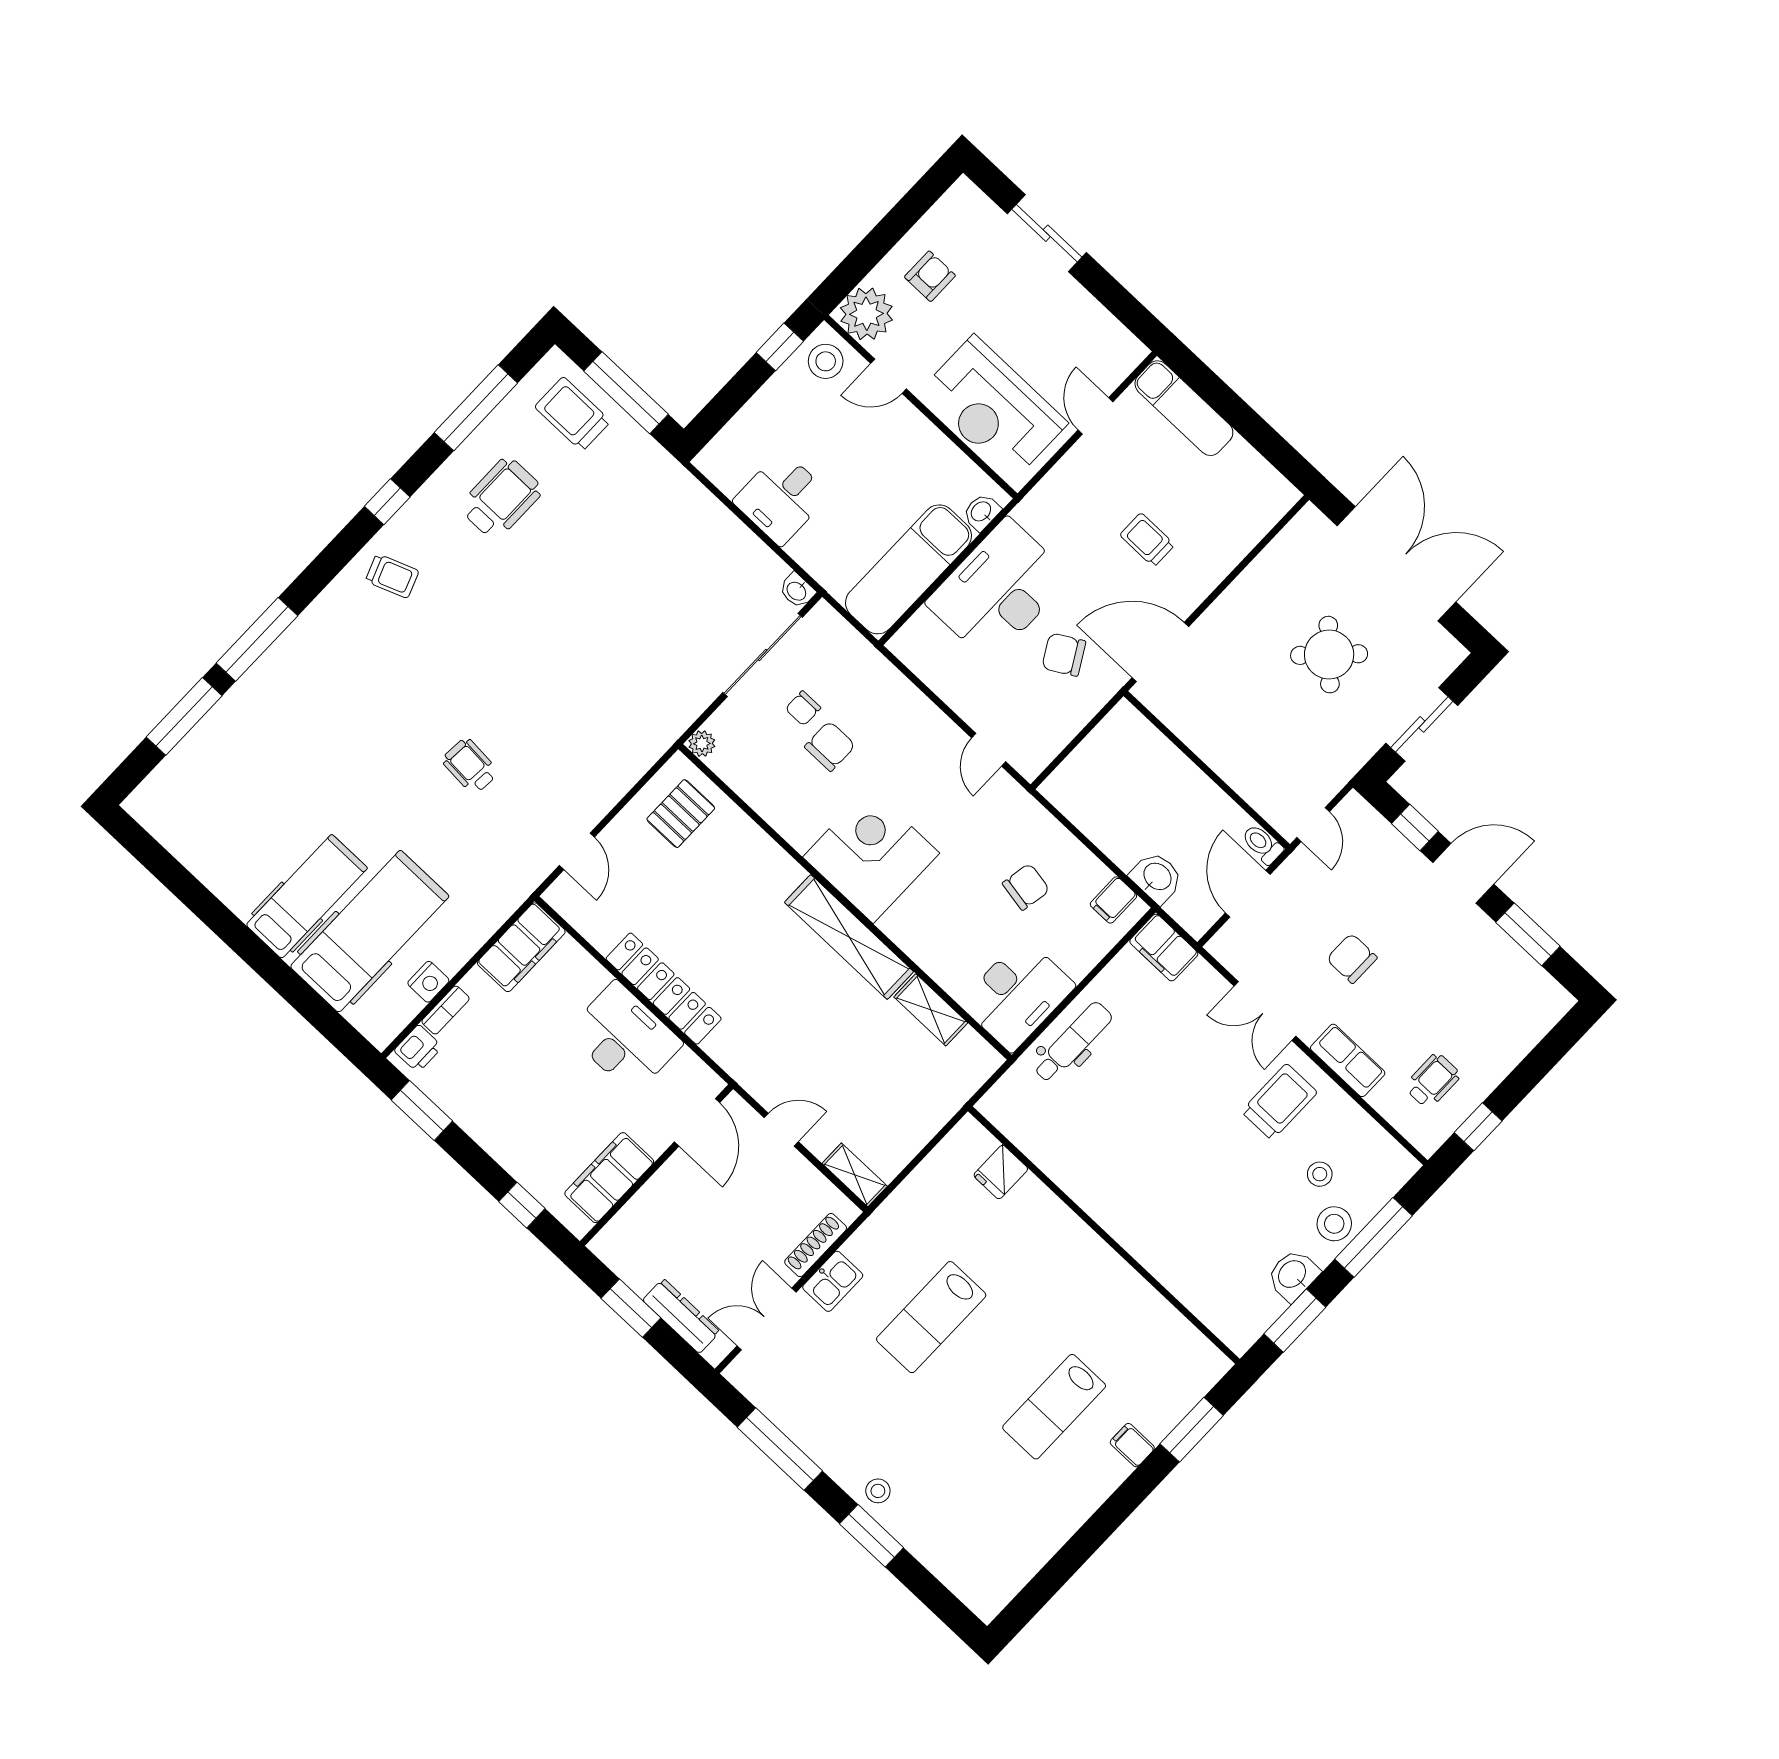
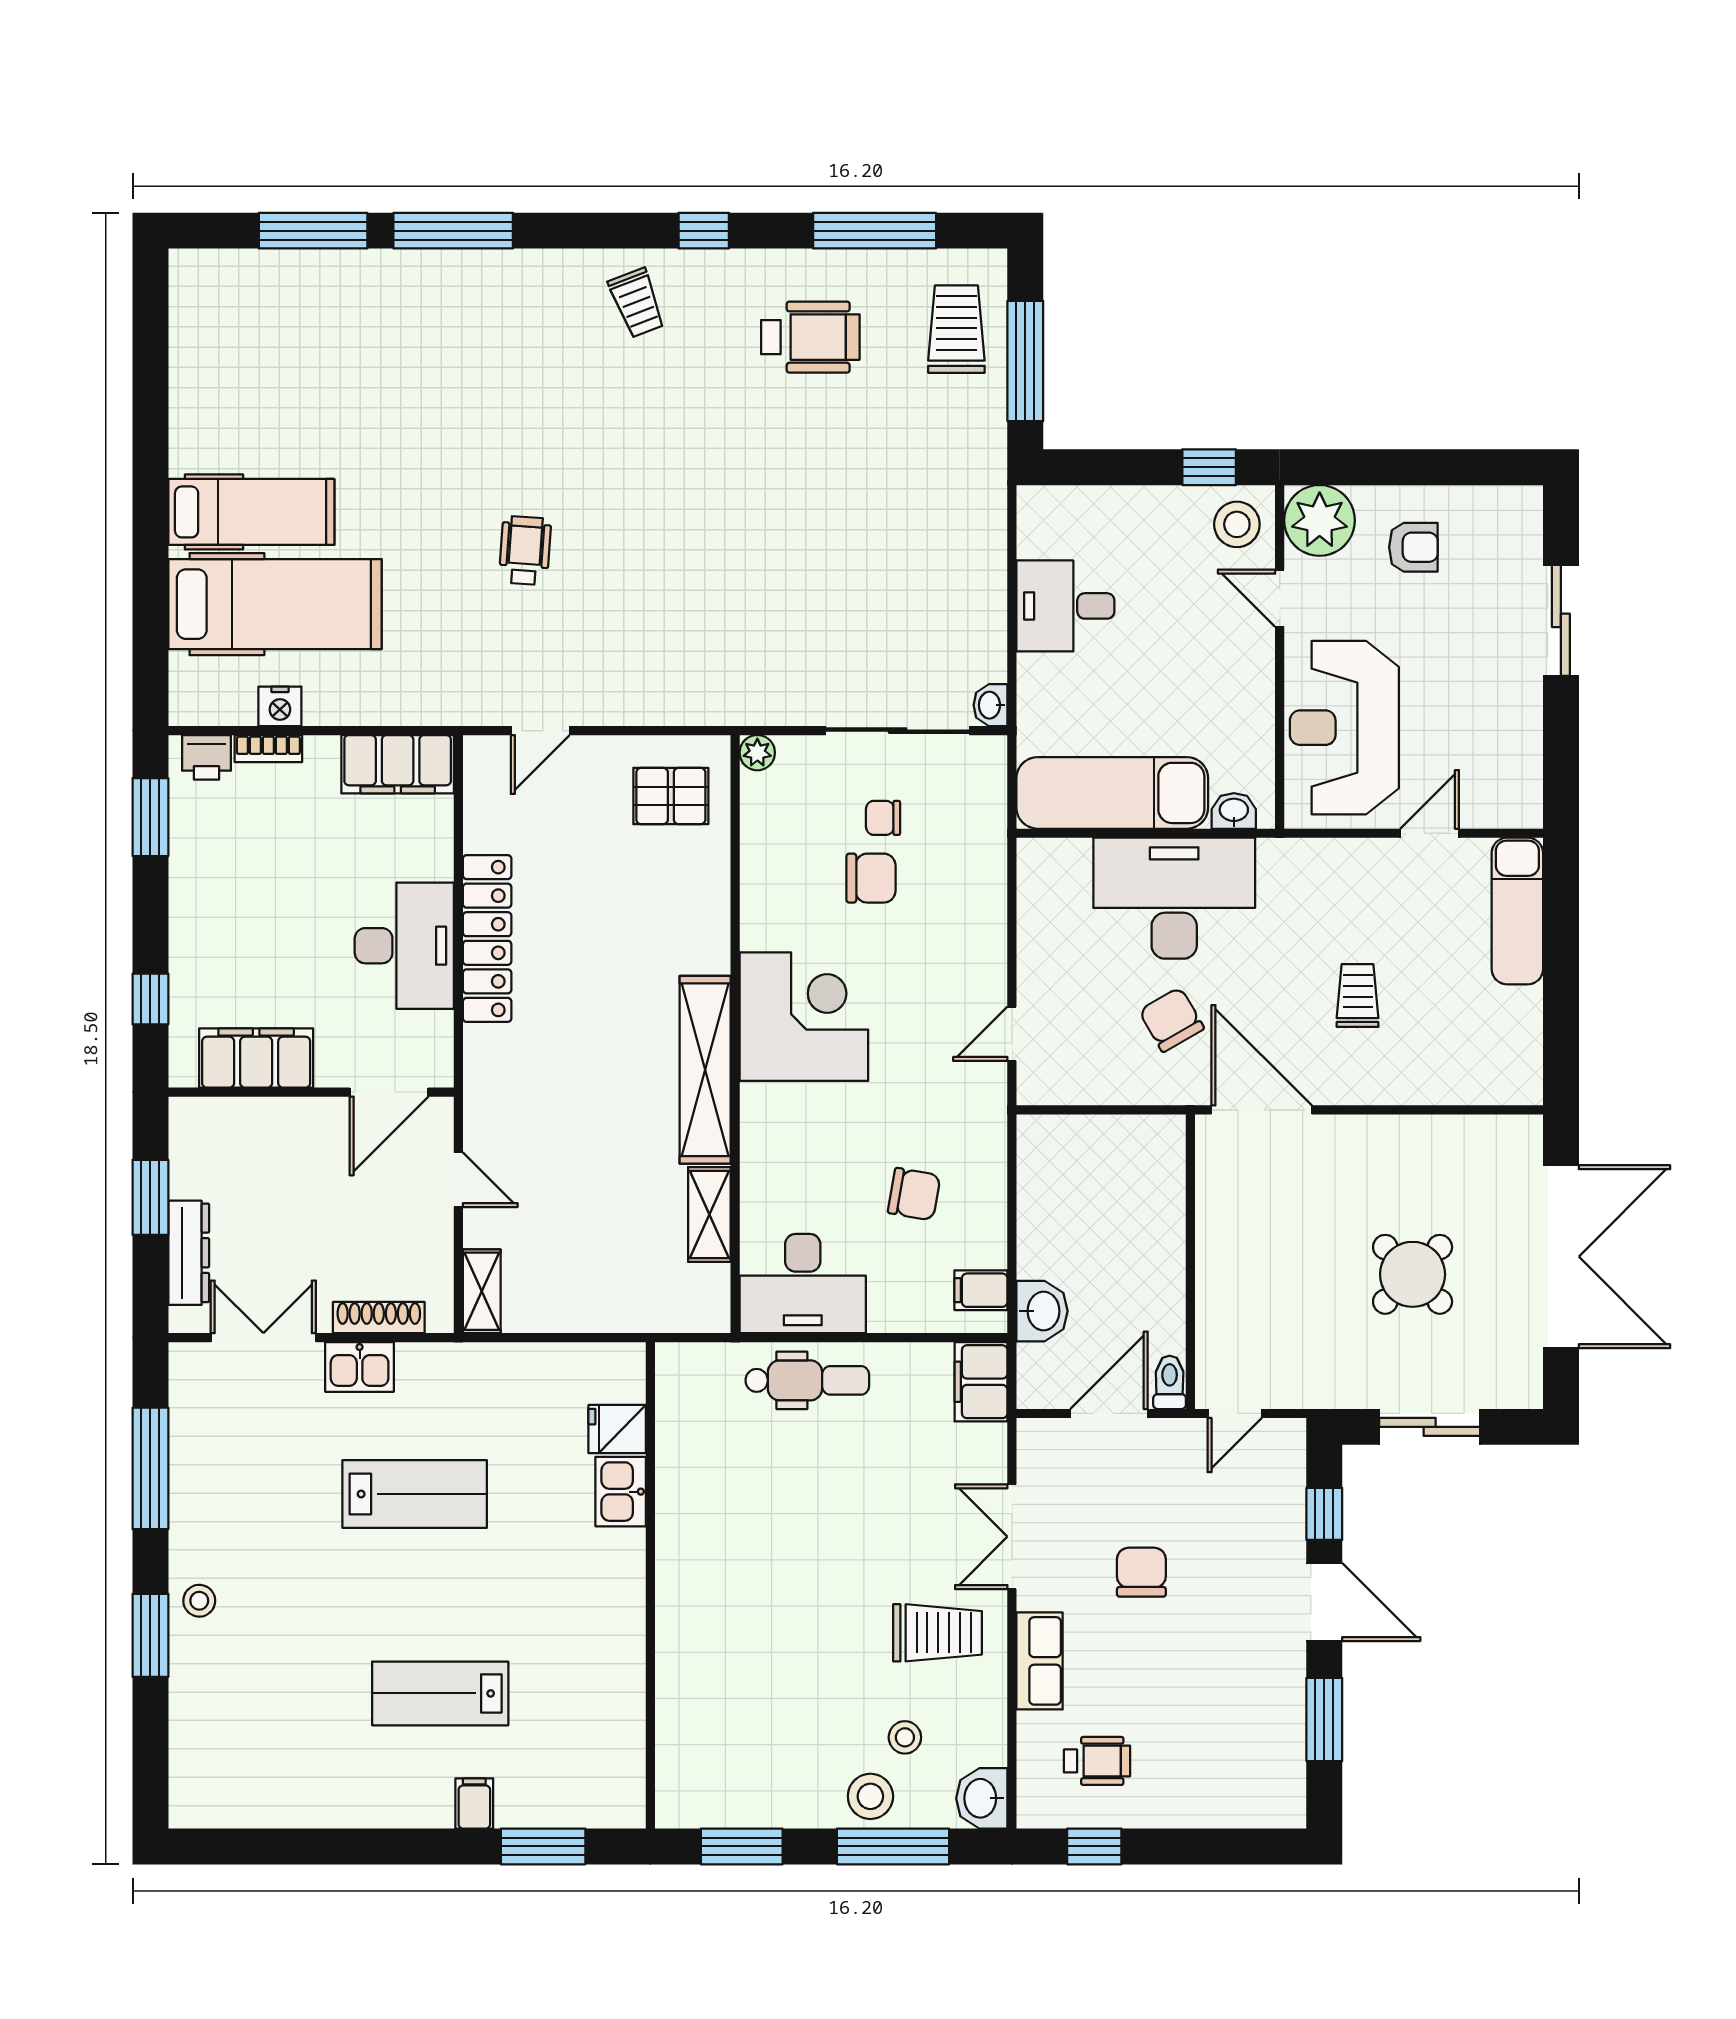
kitchen sink: (1037, 1203) -> (621, 1492), added
washbasin: (1293, 1275) -> (982, 1798), moved, turned -90
lab bench: (931, 1317) -> (415, 1494), turned 180

